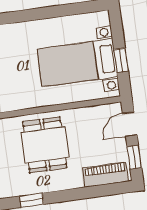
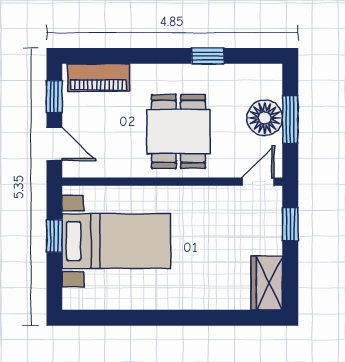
door: (130, 124) -> (54, 144), hinge flipped

